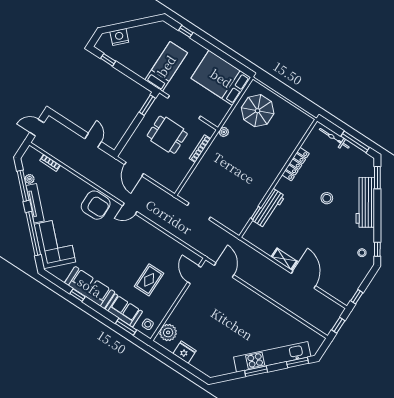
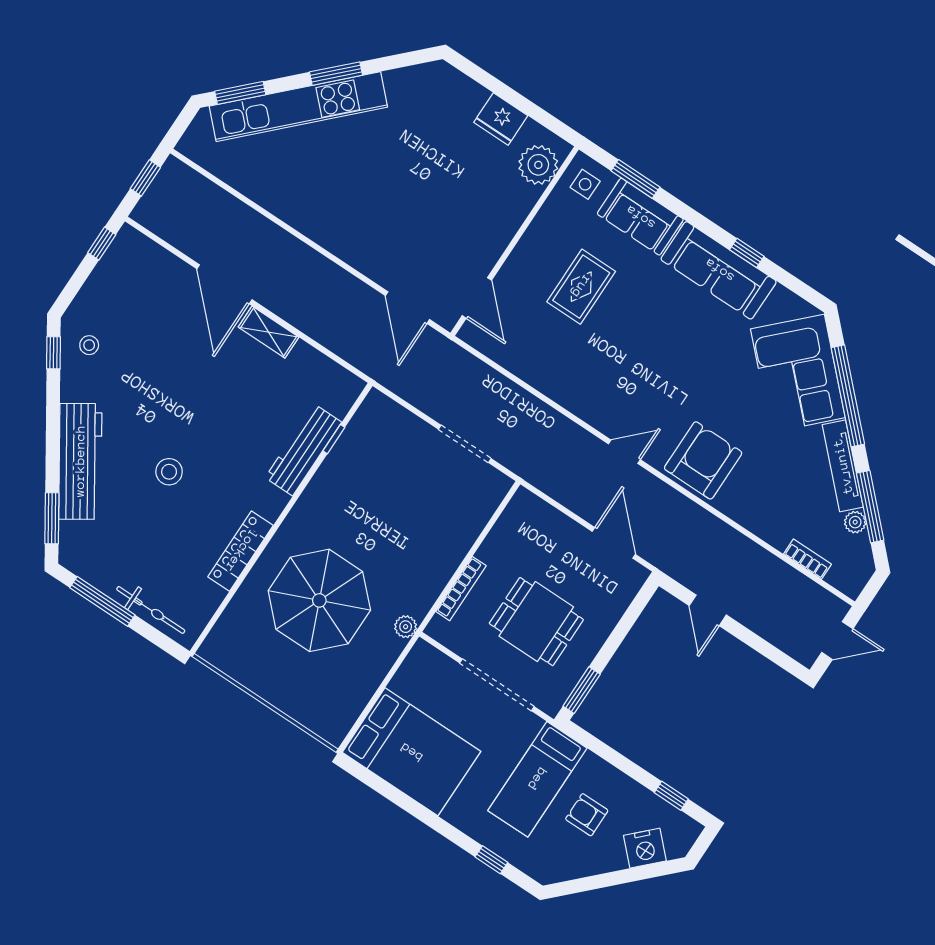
armchair: (145, 51) -> (587, 815), added
parasol: (258, 111) -> (319, 600), moved, width x1.36, depth x1.36
armchair: (96, 205) -> (703, 460), turned 90

